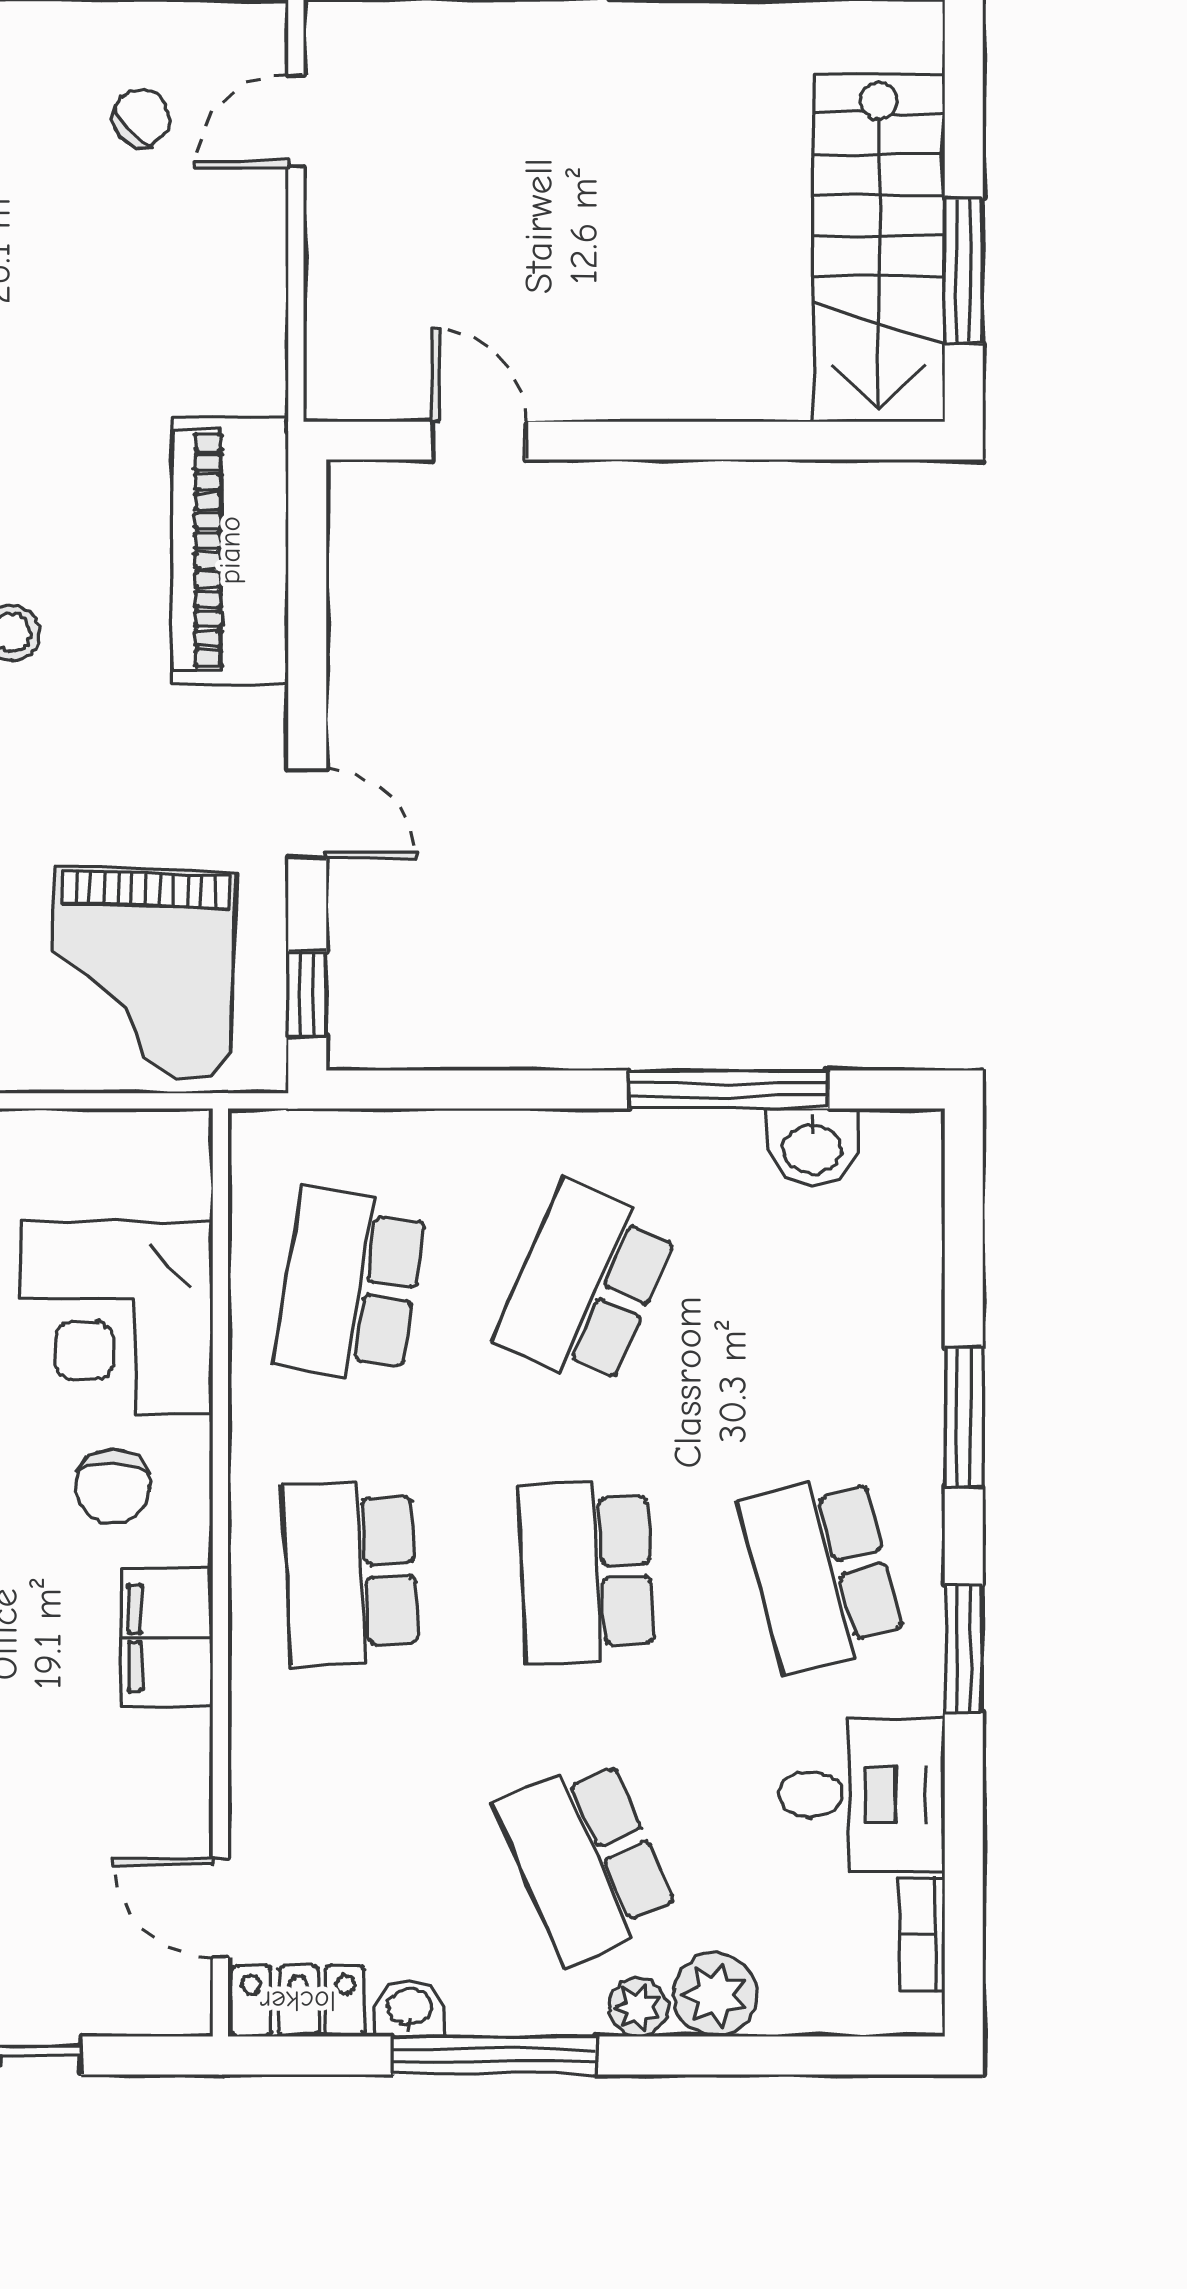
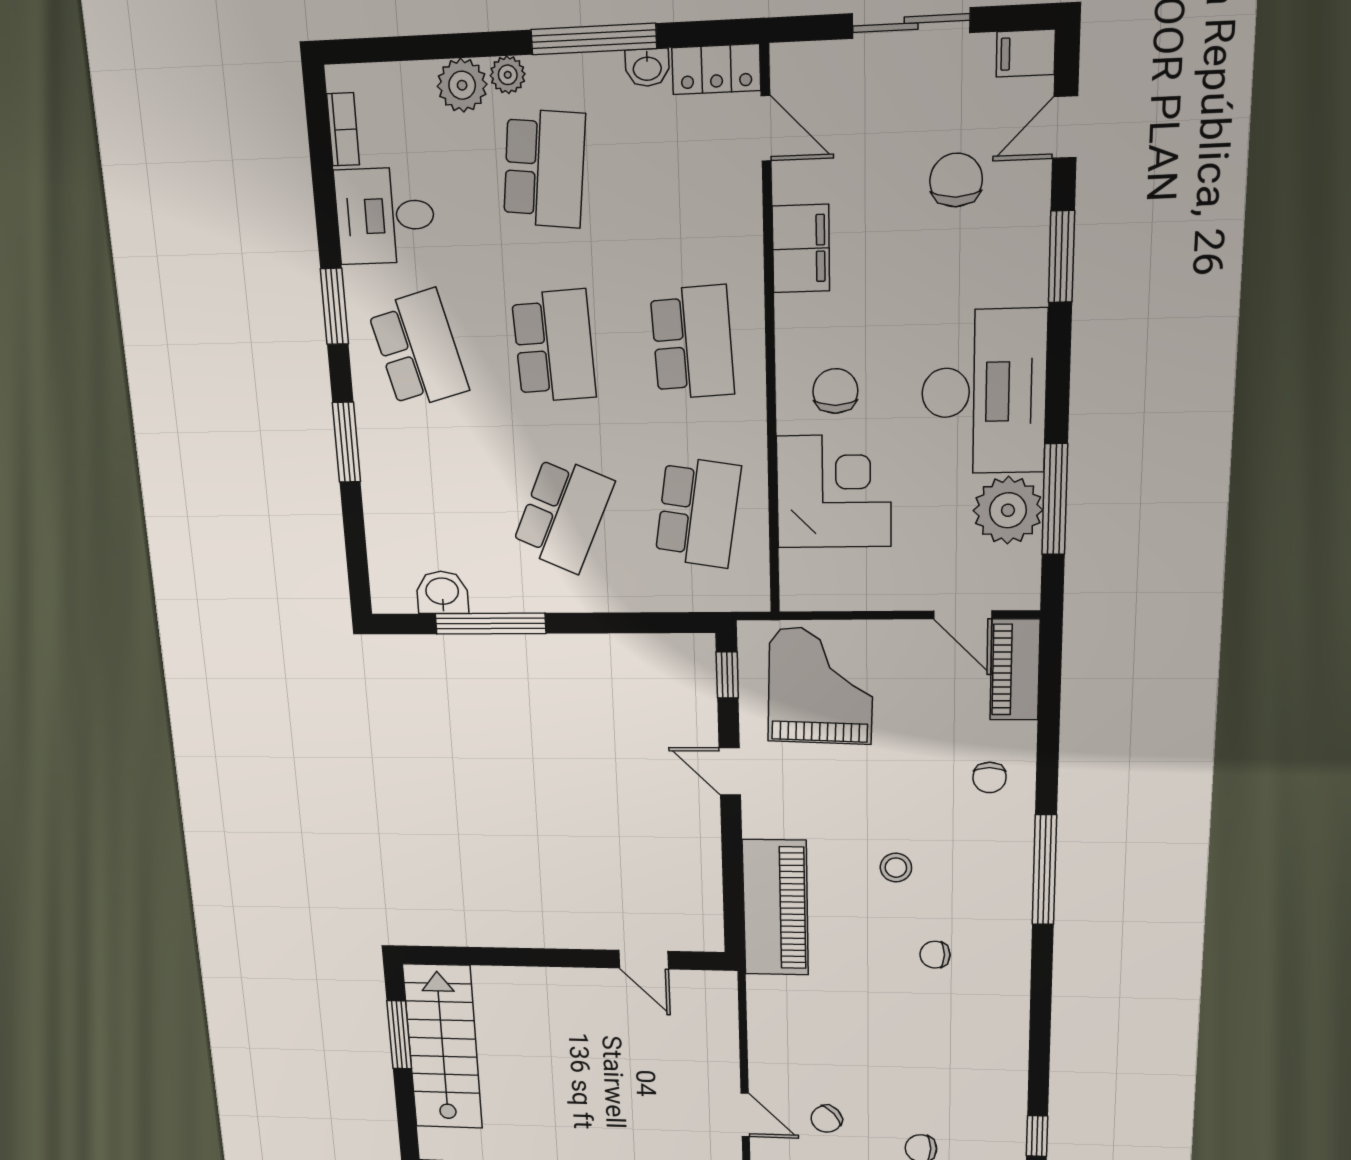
door: (296, 121) -> (745, 1115), hinge flipped
filing cabinet: (167, 1638) -> (801, 249), moved
school desk: (586, 1860) -> (544, 169), turned 30

